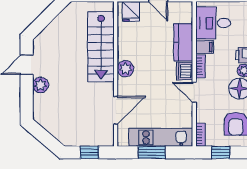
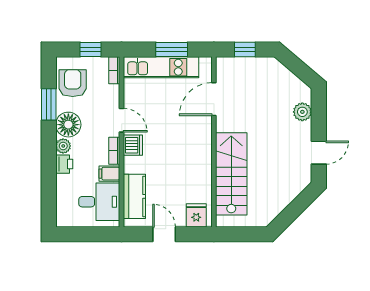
kitchen counter: (183, 42) -> (134, 196), moved
plant: (125, 69) -> (203, 148), removed
plant: (41, 85) -> (302, 112), moved

